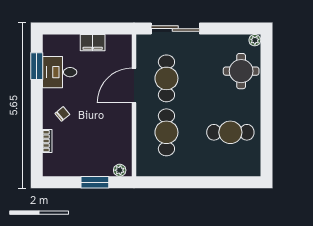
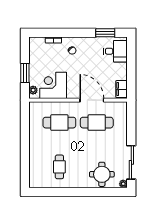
sliding door: (175, 29) -> (131, 162), moved
filing cabinet: (93, 43) -> (122, 89), moved
desk: (60, 72) -> (115, 51), moved, turned 90
cafe table: (230, 132) -> (59, 167), width x0.73, depth x0.74
corner desk: (113, 141) -> (53, 85), added

